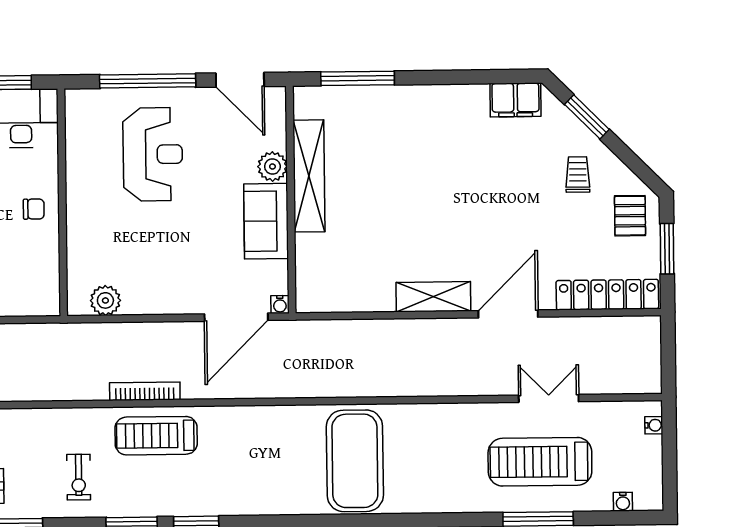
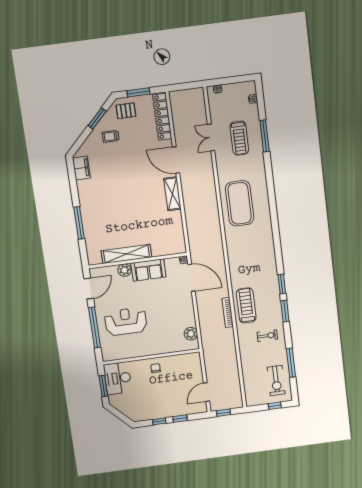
window: (358, 78) -> (79, 223), moved
window: (587, 117) -> (97, 118), moved
treadmill: (156, 436) -> (246, 305), turned 180
exercise mat: (355, 461) -> (240, 203), moved, turned 90
treadmill: (540, 462) -> (239, 138), width x0.73, depth x0.73

